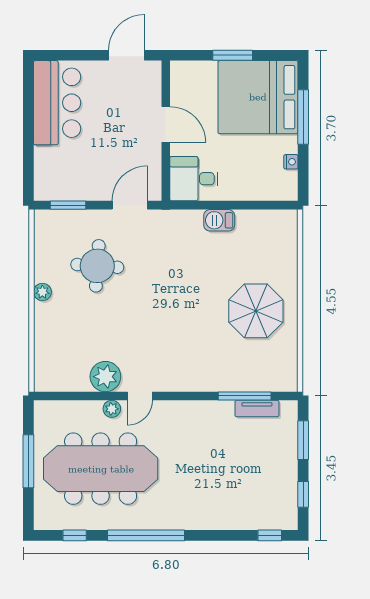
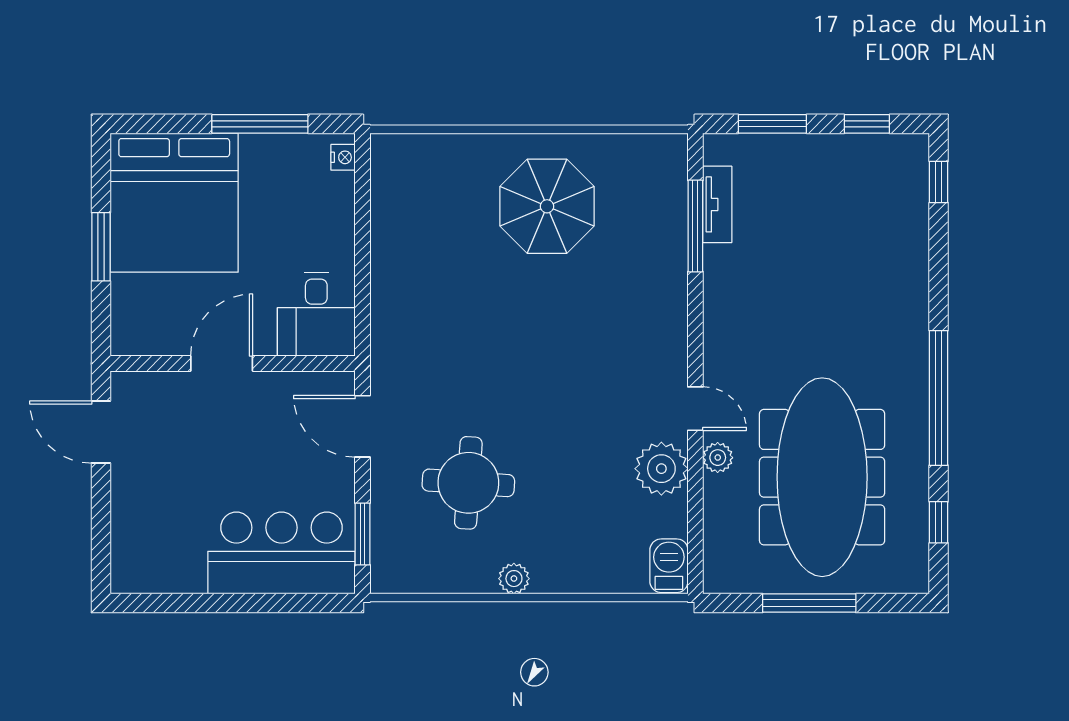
bar counter: (57, 103) -> (282, 553), moved
window: (303, 117) -> (260, 124), moved
nightstand: (291, 162) -> (343, 157), moved, turned 90
barbecue: (219, 220) -> (669, 566), moved, turned 180

